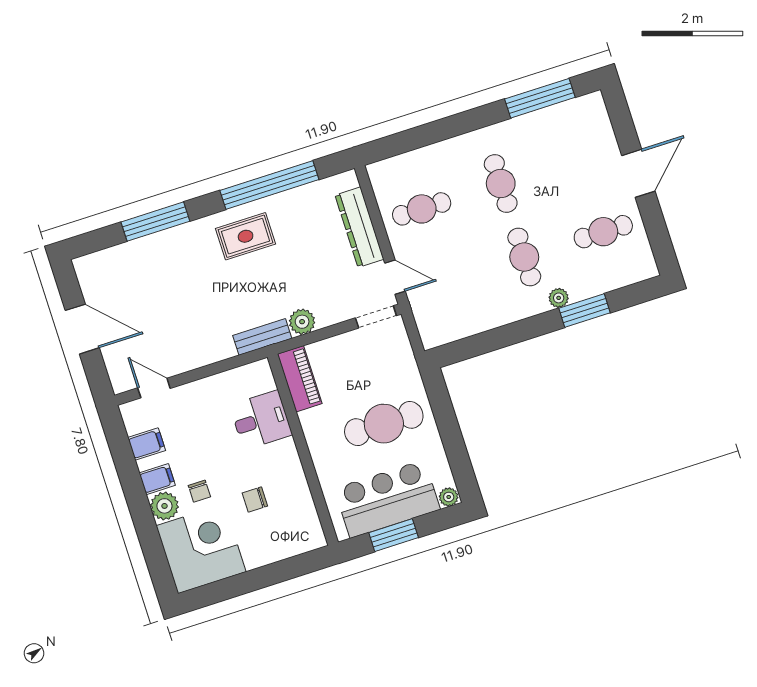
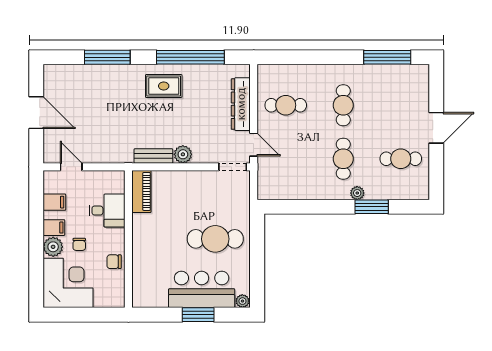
piano: (300, 379) -> (141, 191), moved
desk: (261, 420) -> (107, 211), moved
wall: (303, 450) -> (128, 239), moved

